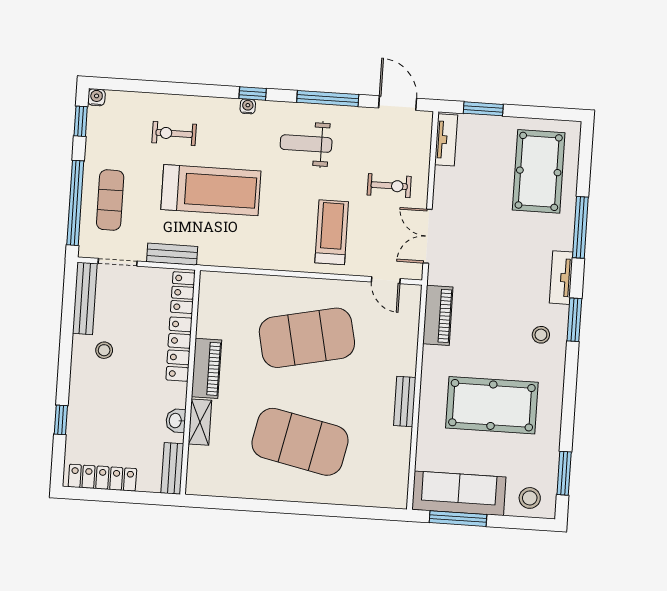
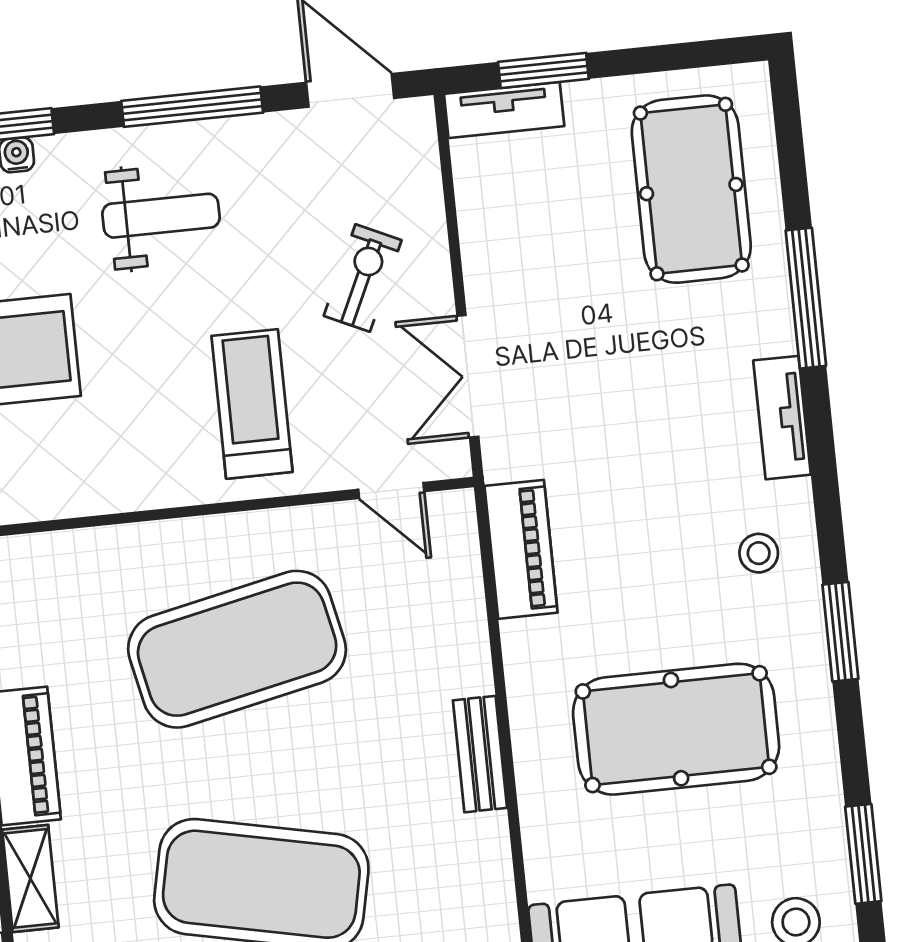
tv unit: (446, 140) -> (504, 110), moved, turned 90
weight bench: (306, 144) -> (161, 216), turned 180
exercise bike: (389, 186) -> (363, 278), turned -65
window: (574, 320) -> (840, 632), moved

